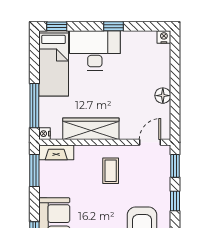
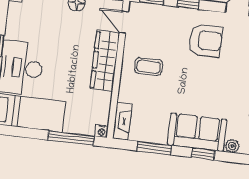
wardrobe: (91, 129) -> (105, 61), moved
window: (34, 171) -> (154, 148), moved

